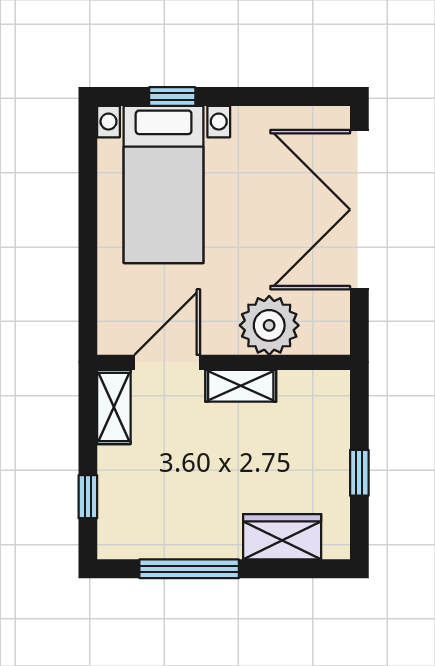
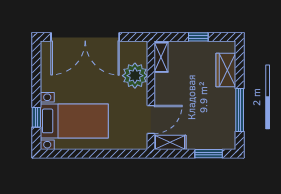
door: (167, 362) -> (151, 119), swing flipped
shelving: (241, 386) -> (161, 57), moved
window: (88, 497) -> (209, 154), width x1.50

